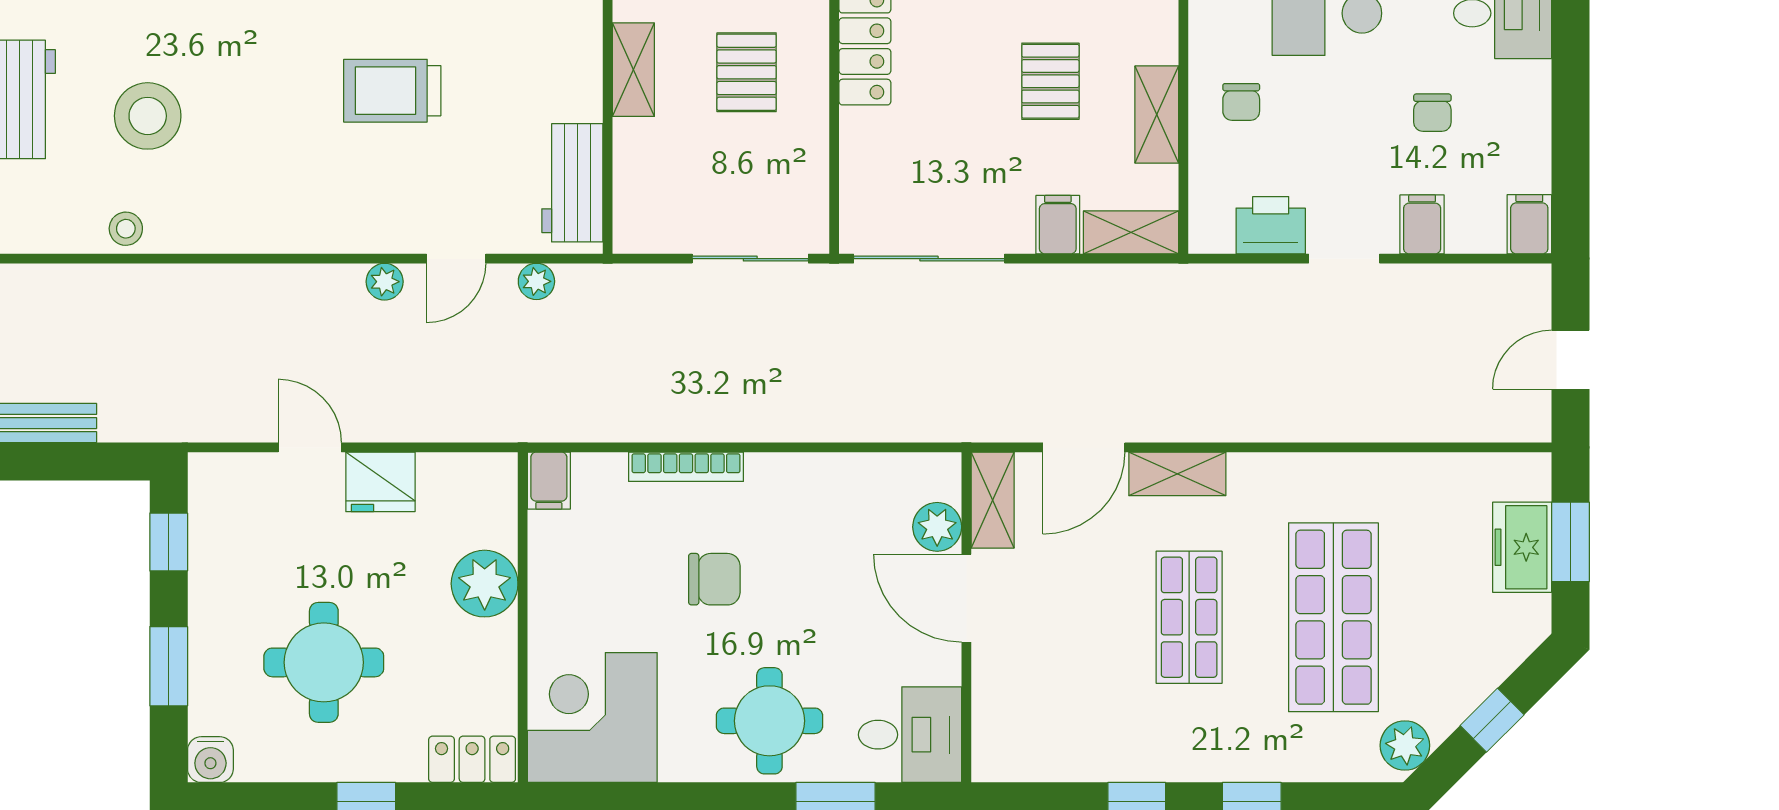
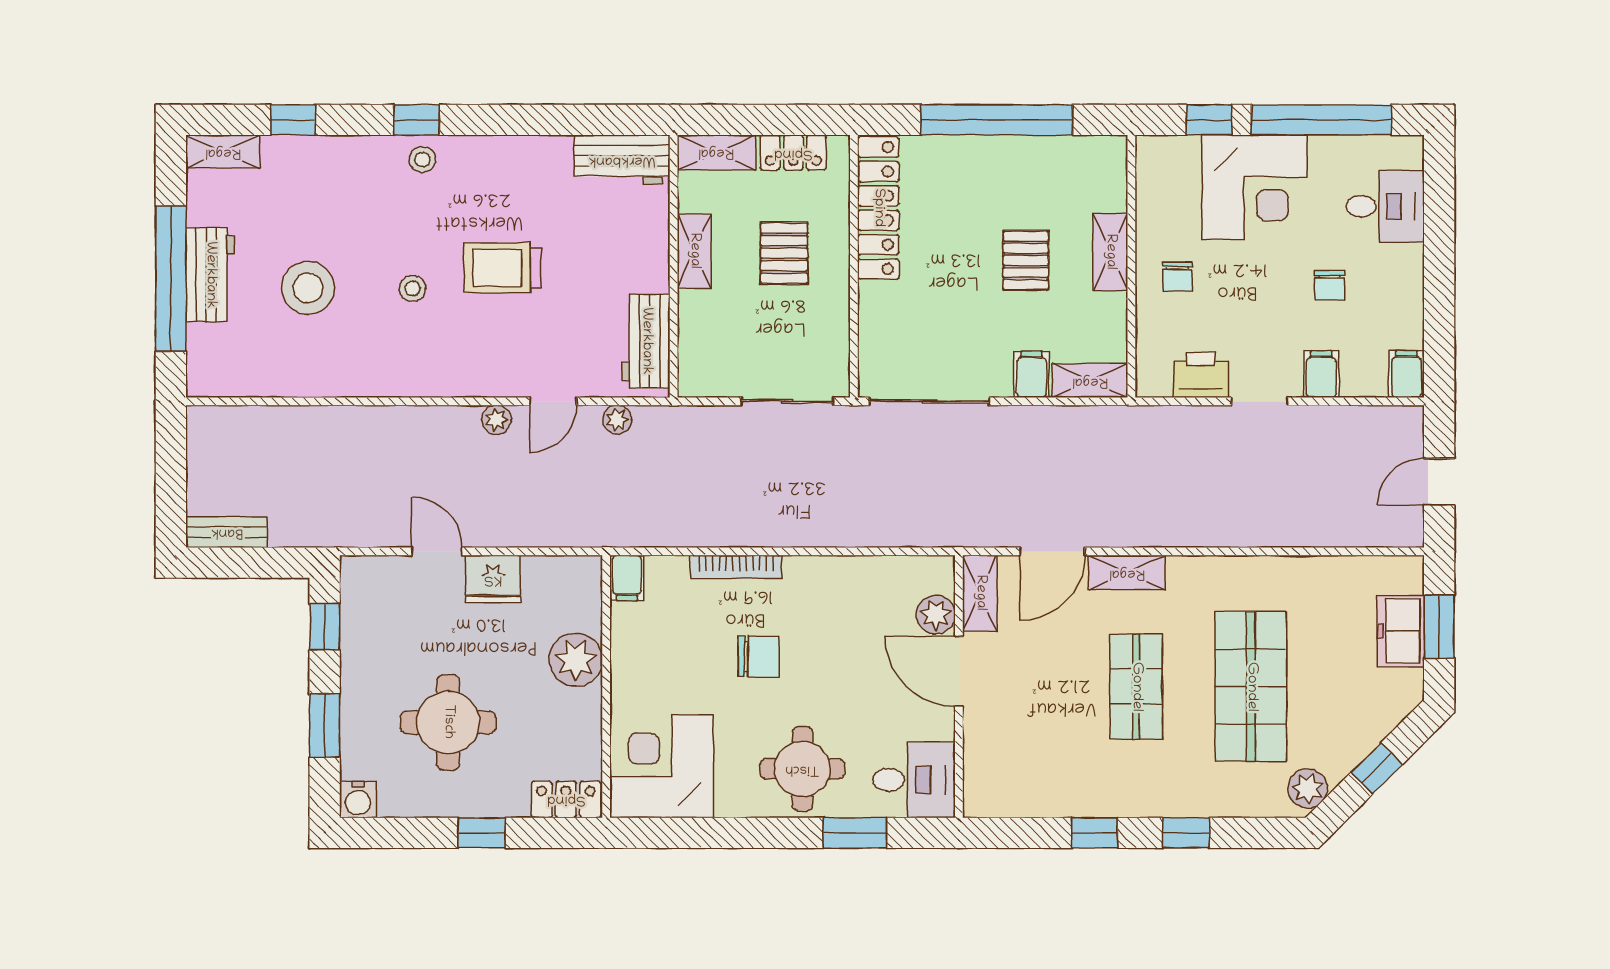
shelving: (1157, 115) -> (1110, 252), moved
stool: (126, 229) -> (413, 288), moved

